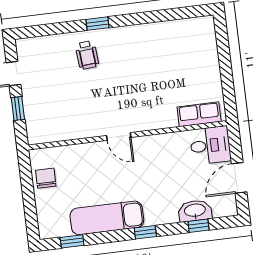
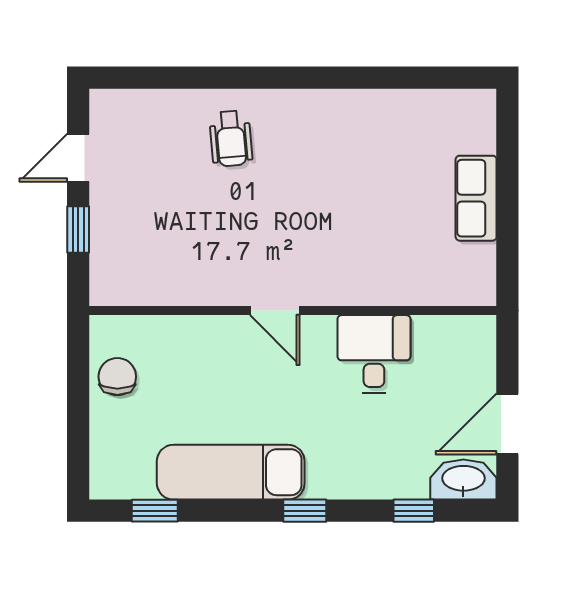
window: (97, 24) -> (260, 78), removed
row of seats: (199, 114) -> (476, 198), moved, turned -90
desk: (210, 145) -> (374, 354), moved, turned -90
washbasin: (195, 211) -> (463, 480), moved

